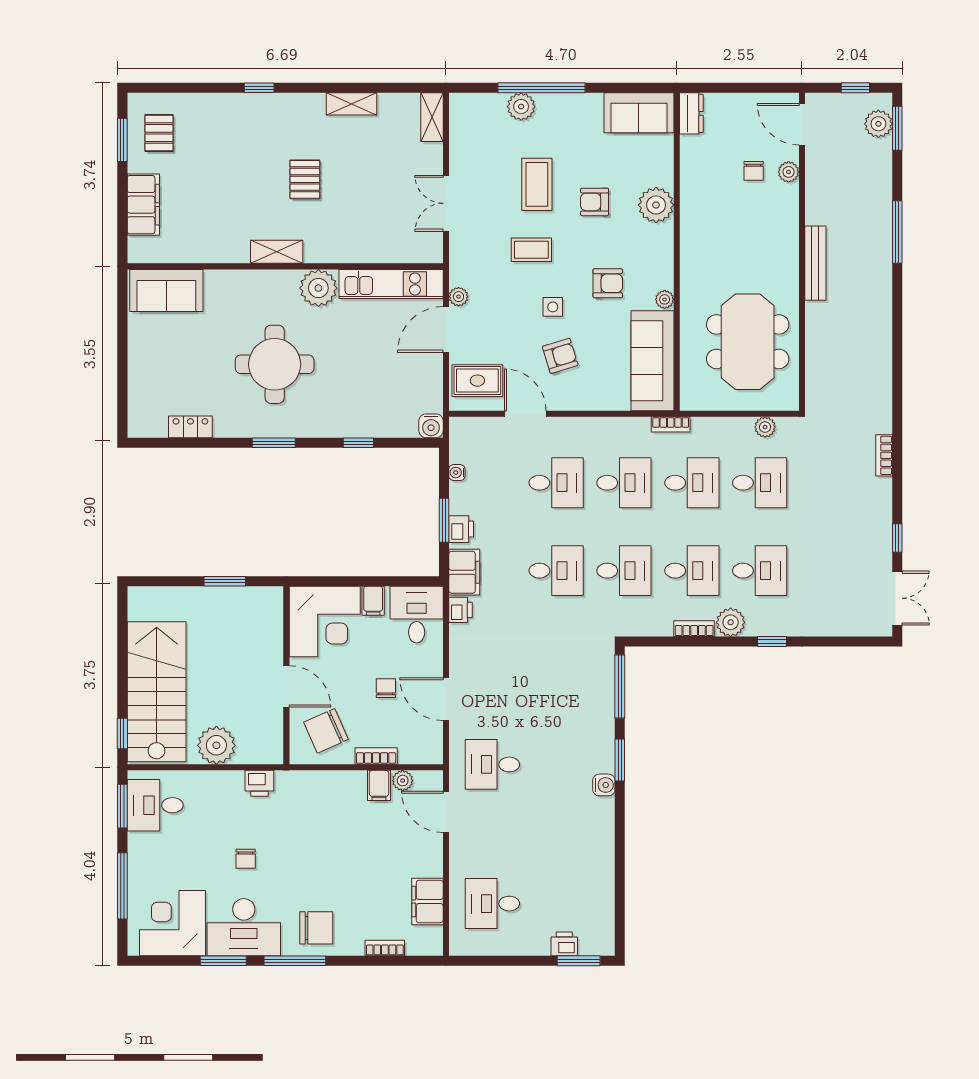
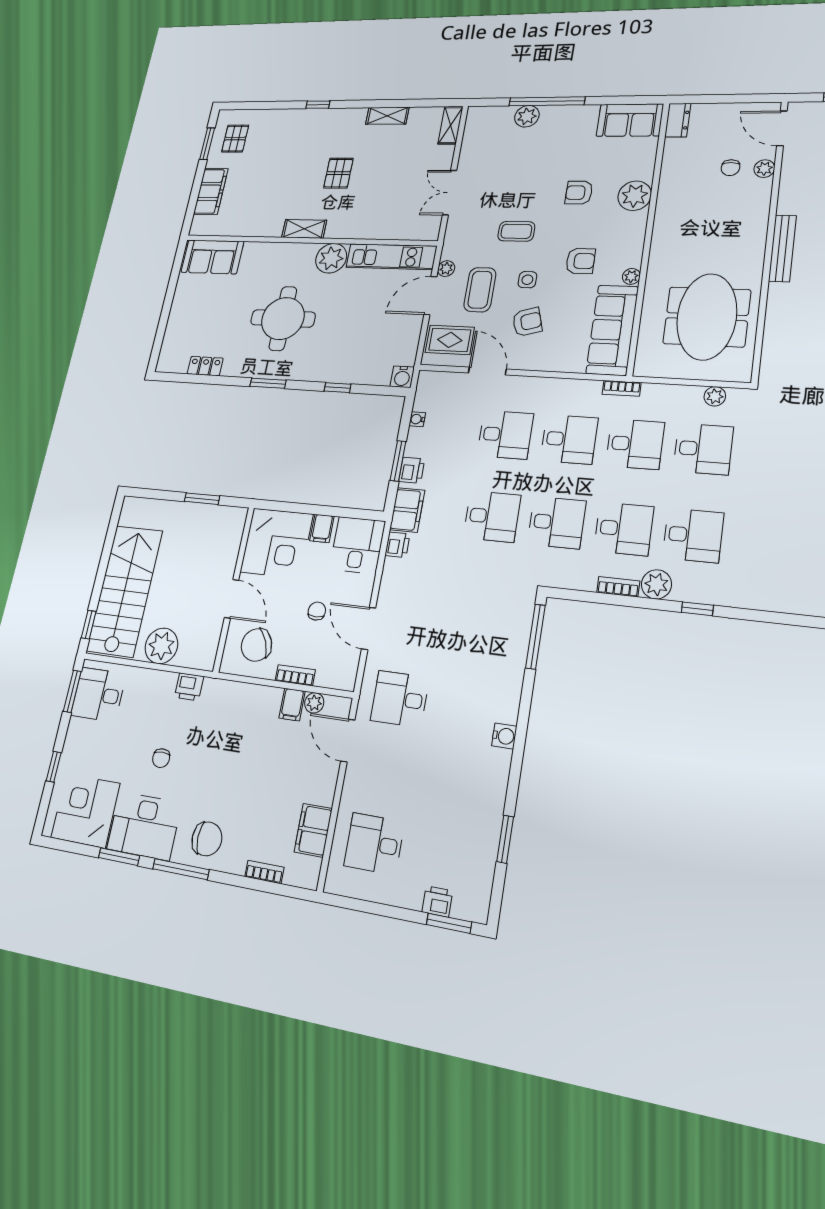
coffee table: (537, 184) -> (480, 290), moved
window: (620, 760) -> (505, 839), moved
window: (122, 886) -> (54, 767), width x0.46

